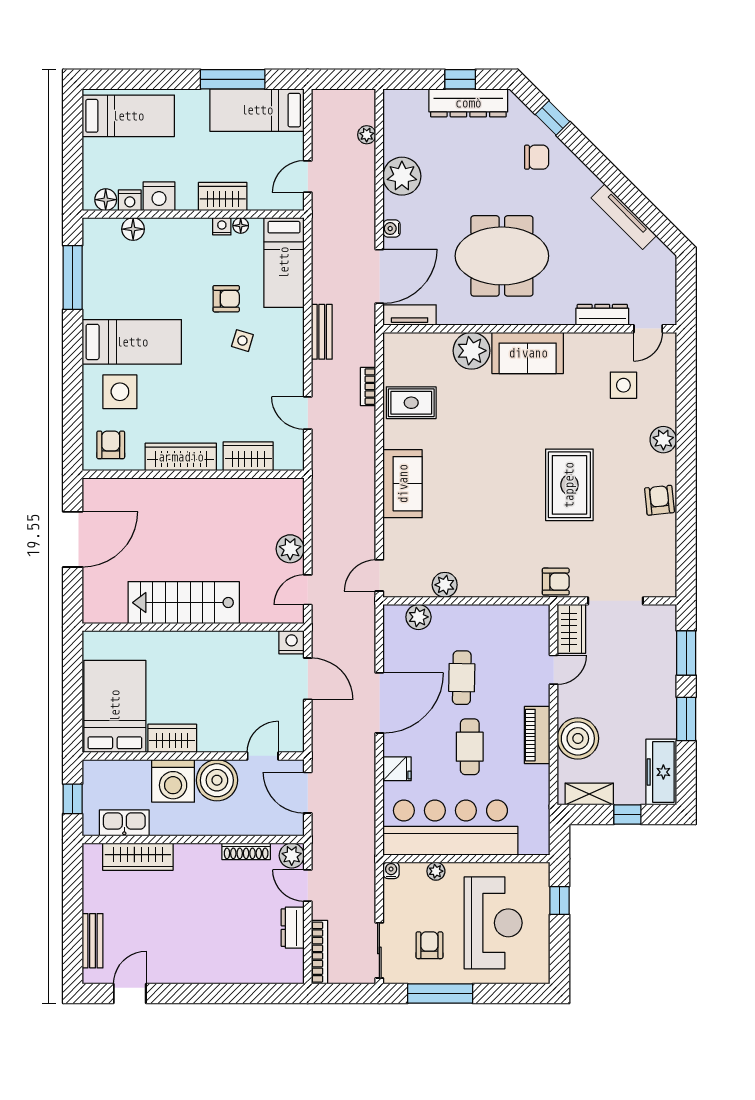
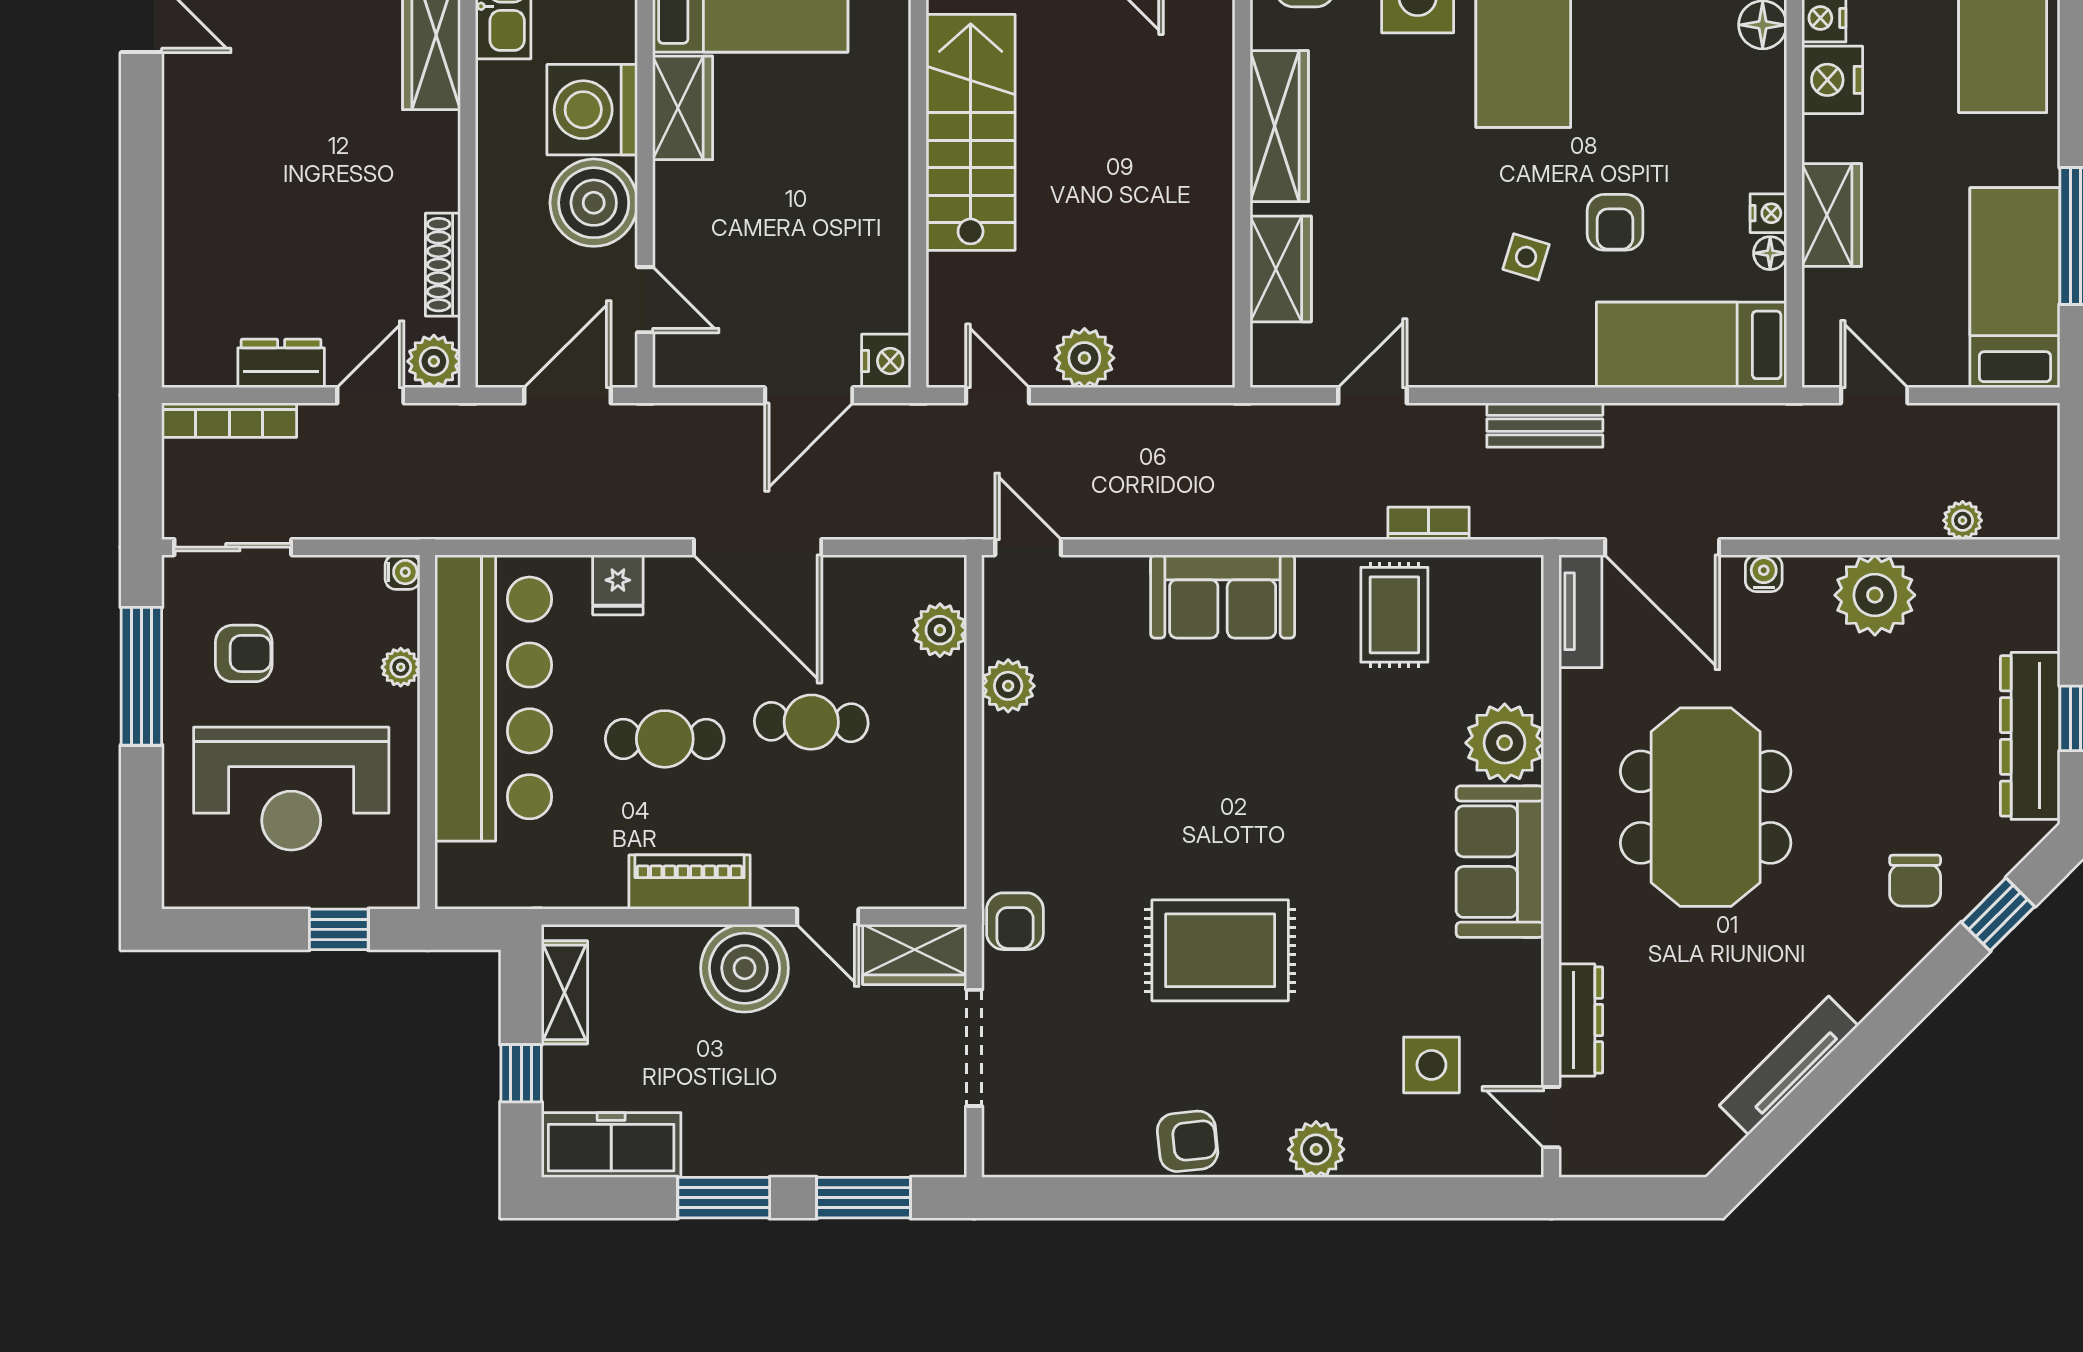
boiler: (578, 738) -> (745, 968), moved

